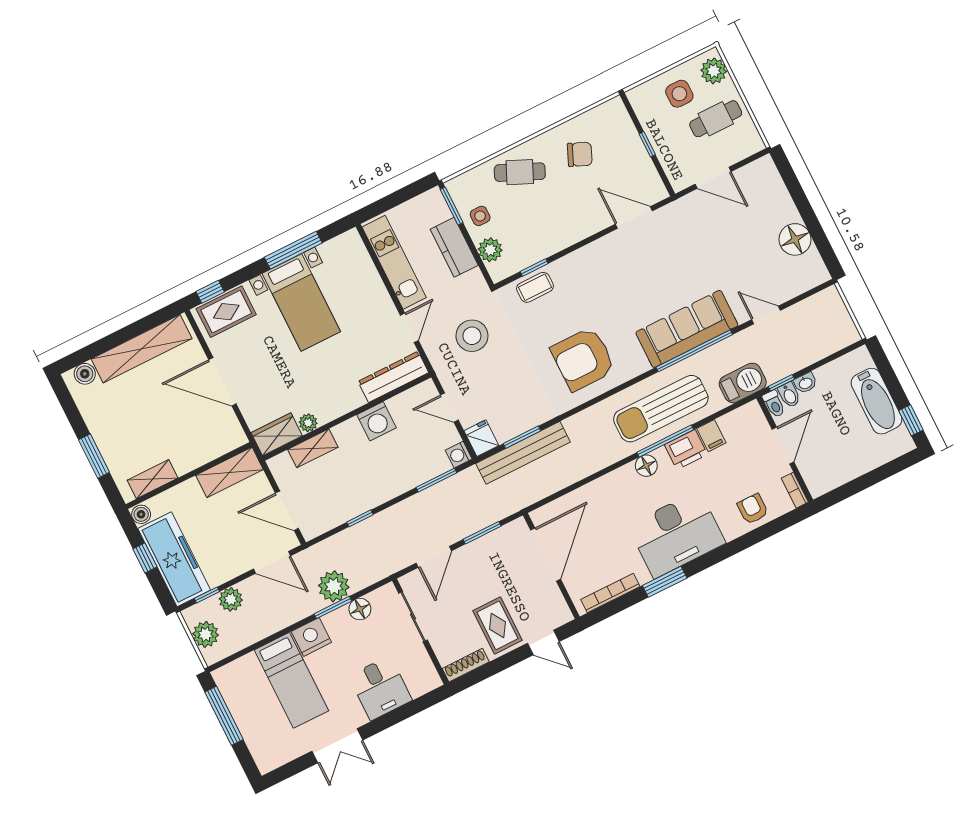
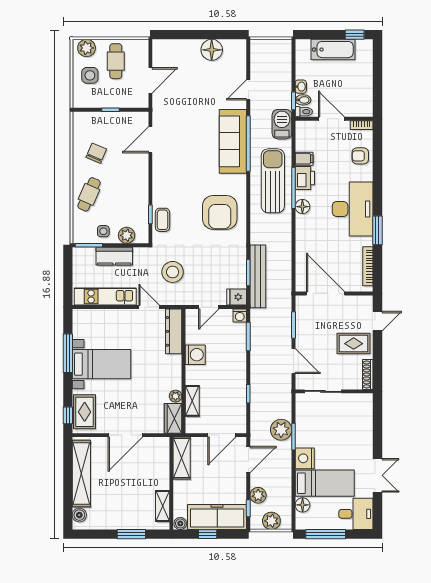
sun lounger: (661, 409) -> (273, 181), turned 180
floor lamp: (360, 609) -> (303, 505), moved
desk: (380, 688) -> (356, 514), moved

